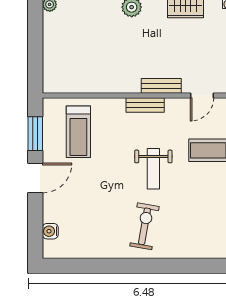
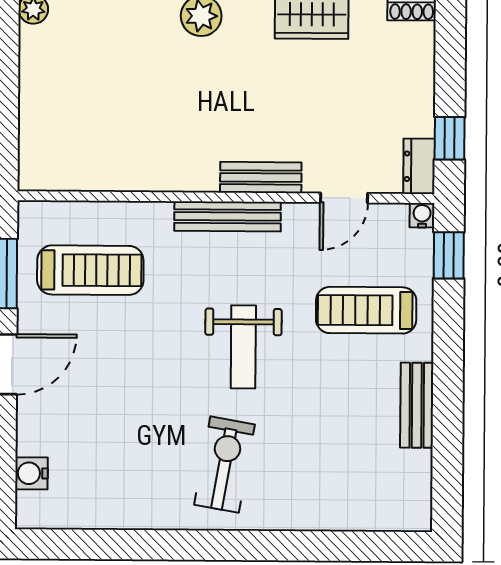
bench: (145, 105) -> (228, 216), width x1.36
treadmill: (78, 132) -> (90, 270), turned -90

